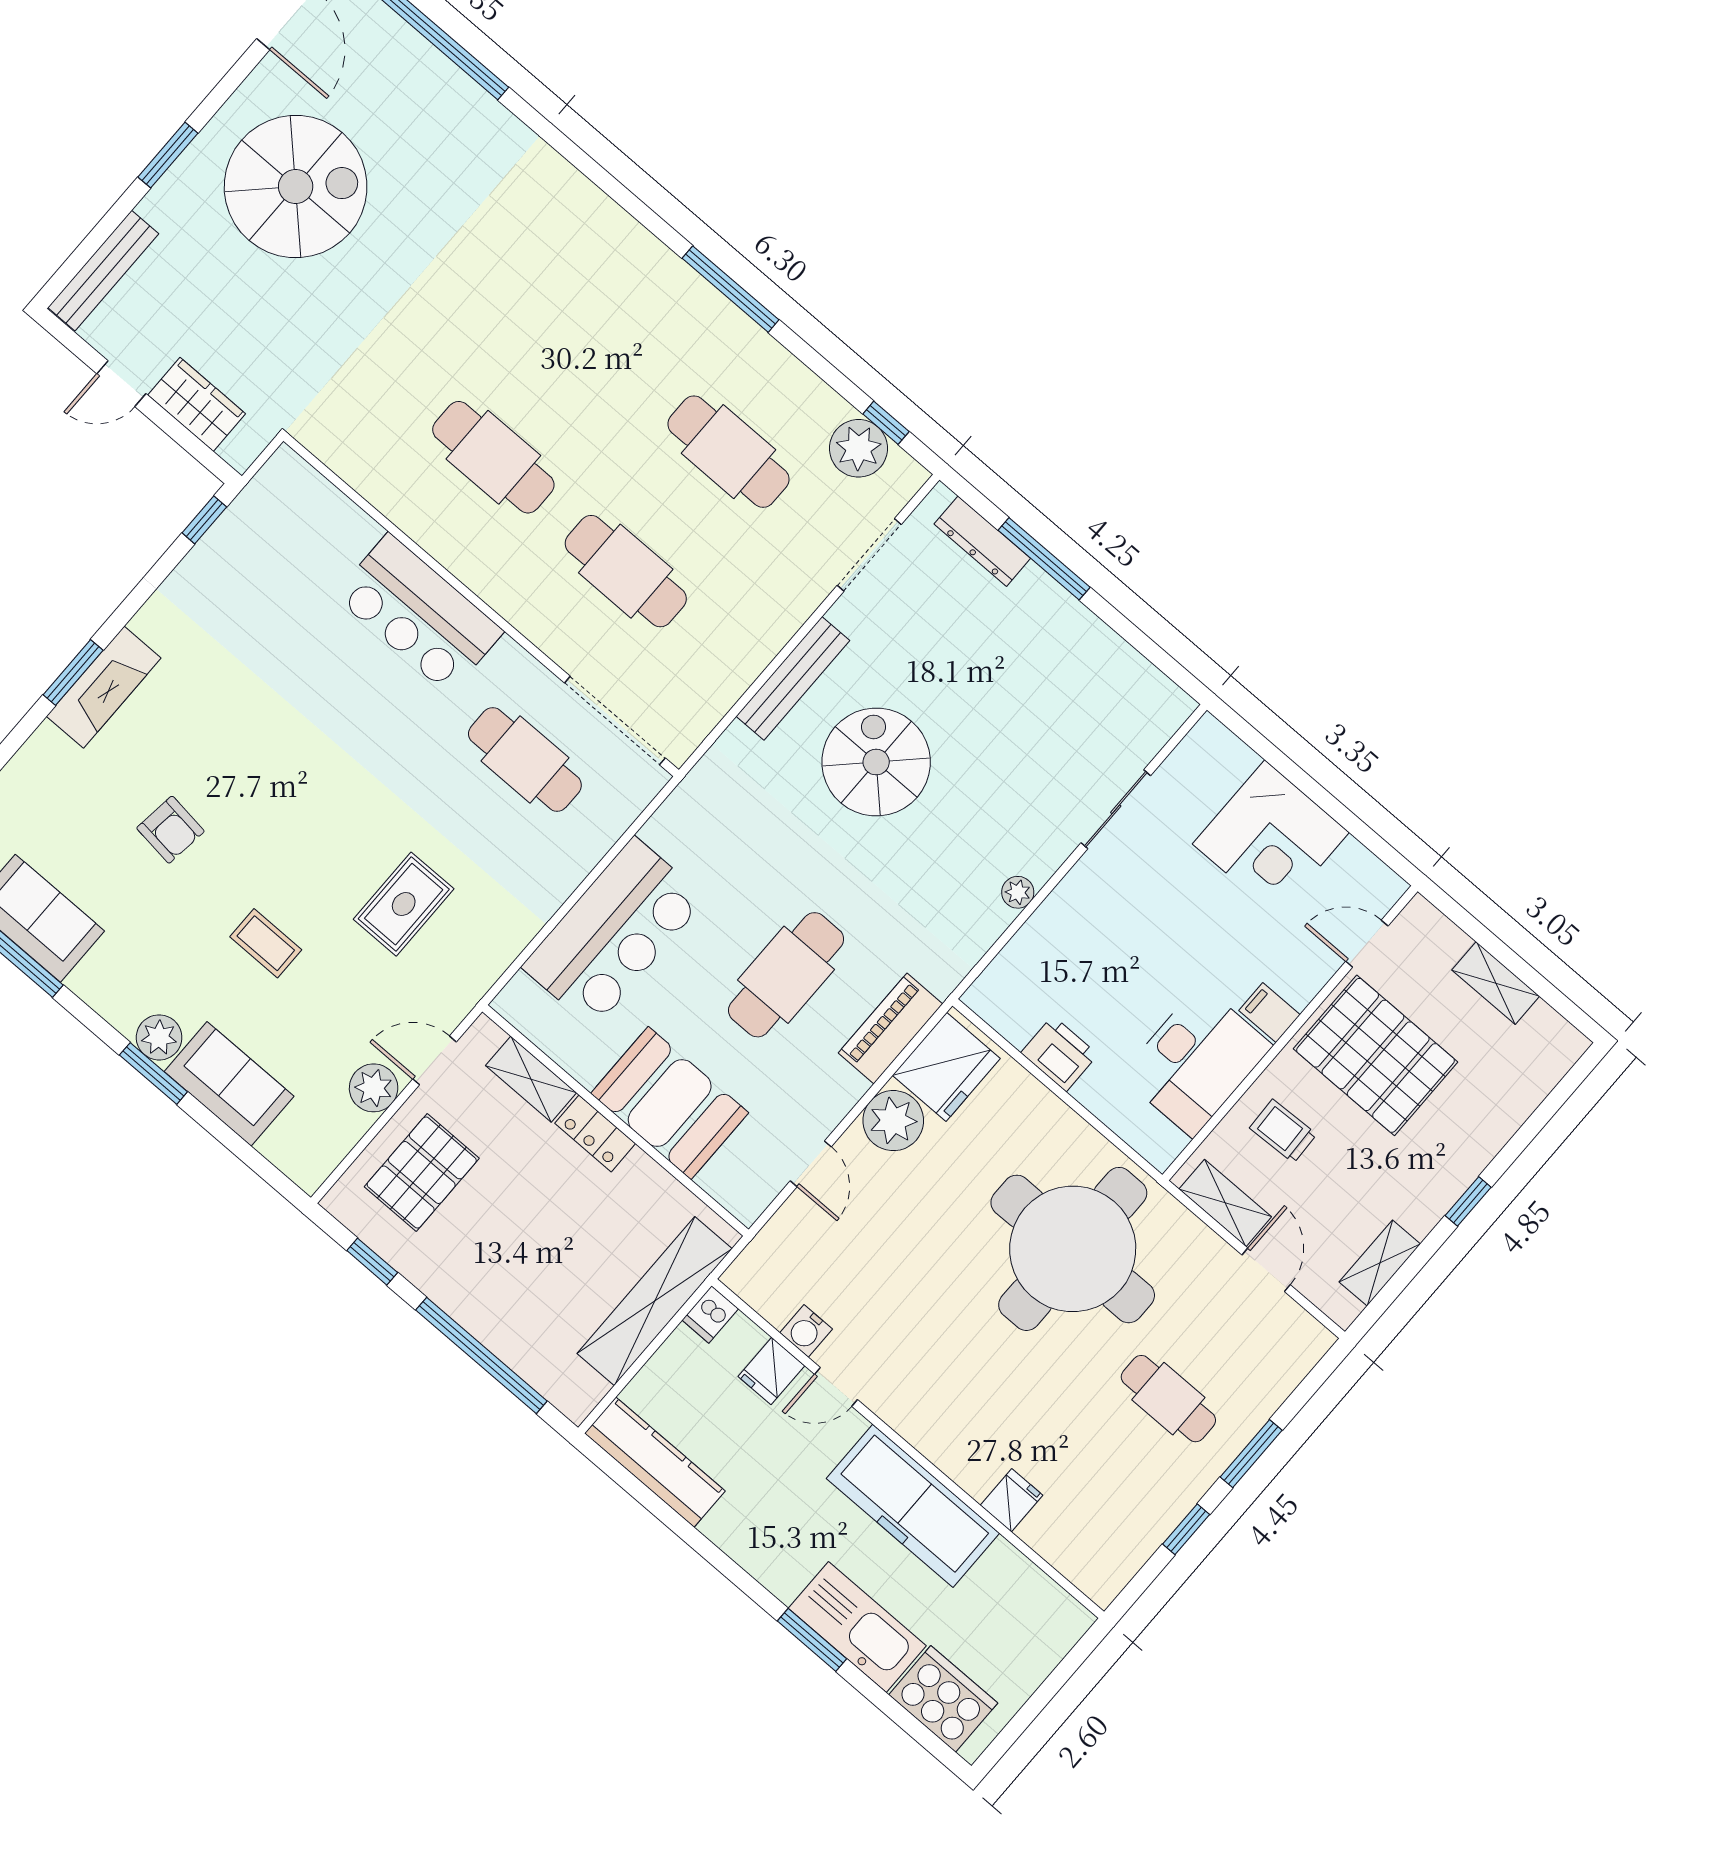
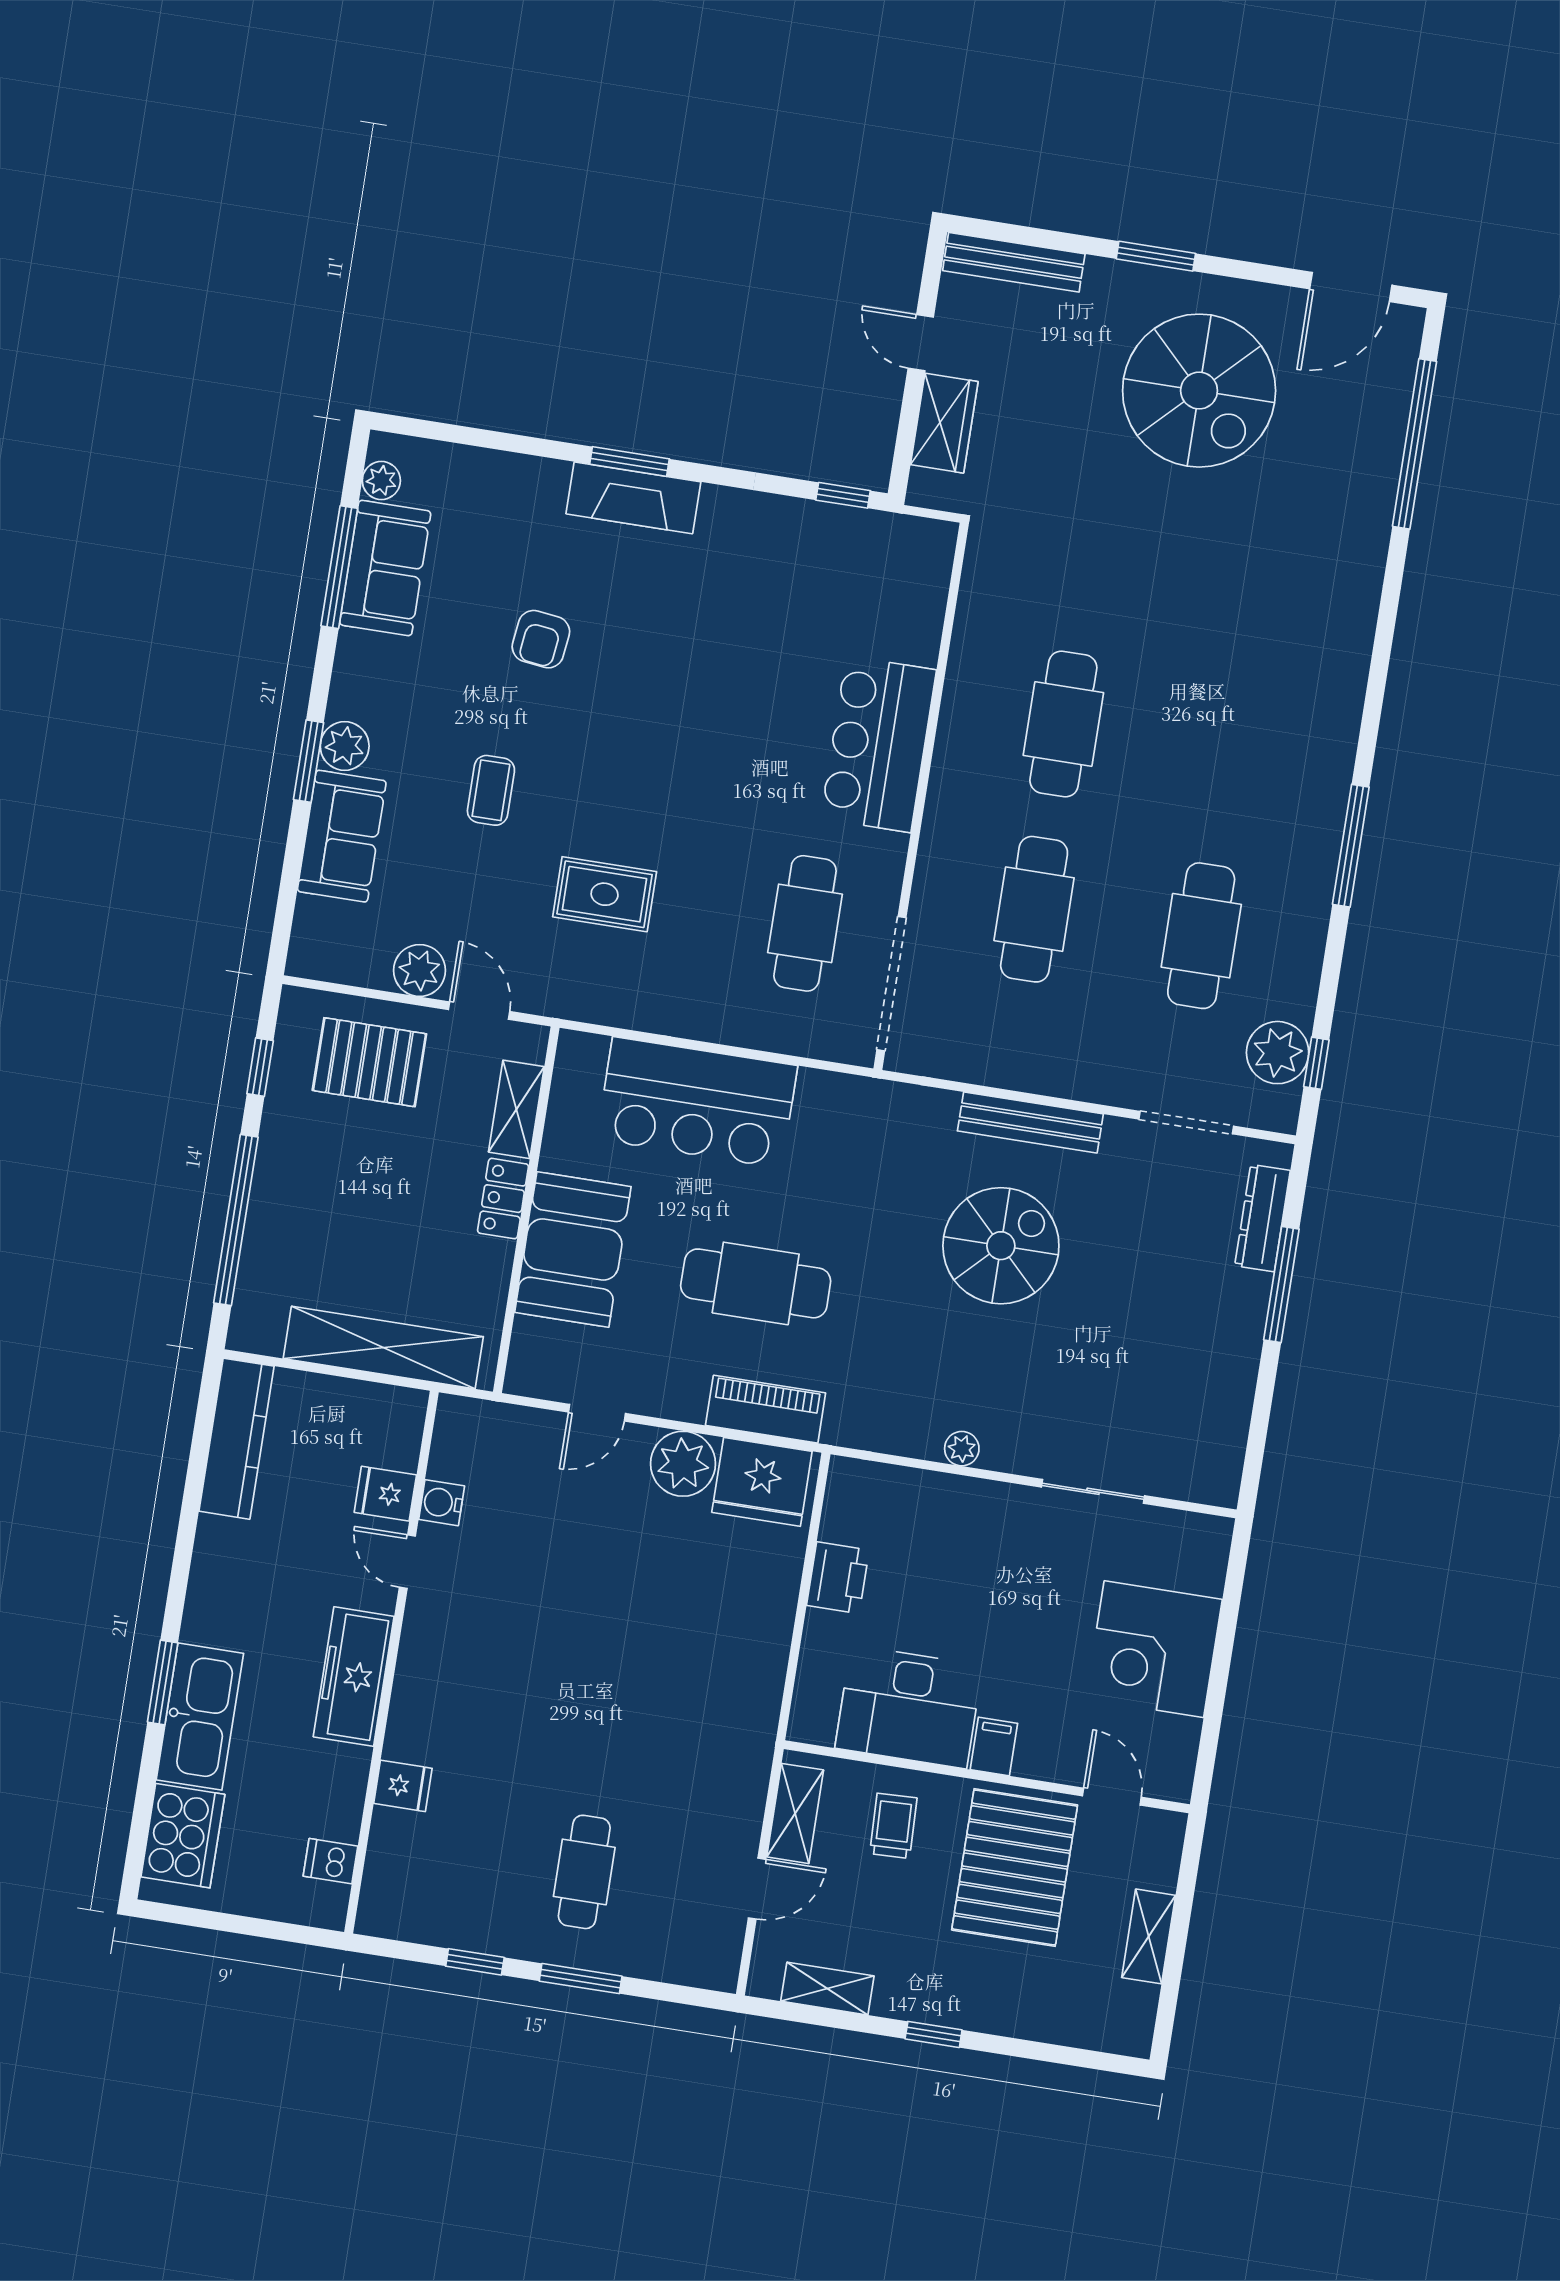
round table: (1073, 1249) -> (667, 1700), removed
dishwasher: (710, 1314) -> (330, 1861), moved
freezer: (913, 1506) -> (354, 1677), width x0.73, depth x0.79

